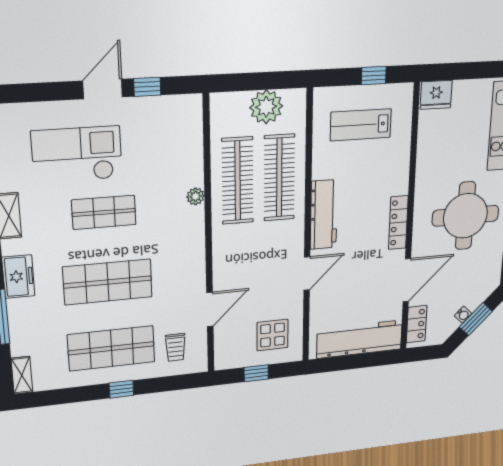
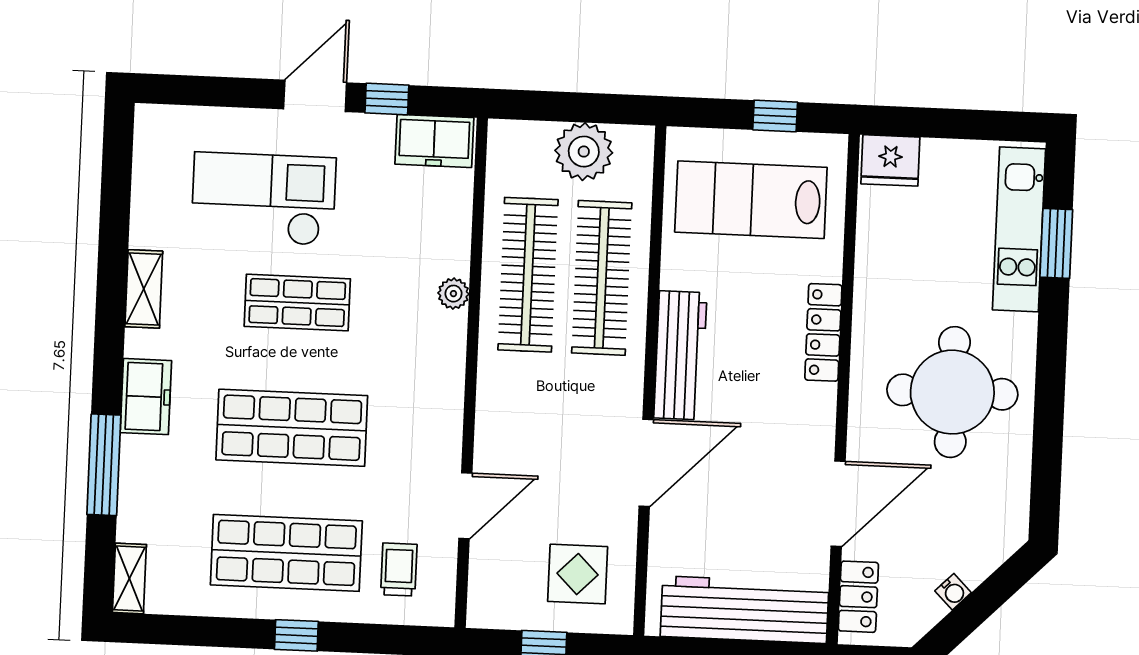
freezer: (178, 109) -> (434, 141), added
lab bench: (361, 125) -> (751, 200), width x1.36, depth x1.39
locker: (398, 223) -> (823, 332), moved
door: (307, 274) -> (646, 463), width x1.36
window: (476, 319) -> (980, 605), removed
trolley: (175, 347) -> (399, 570), turned 180

